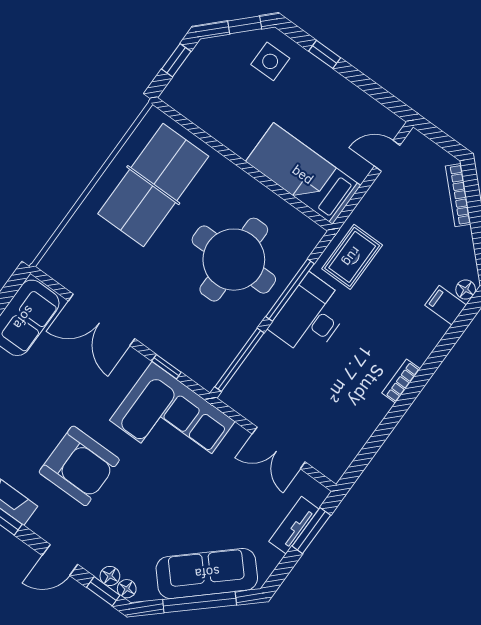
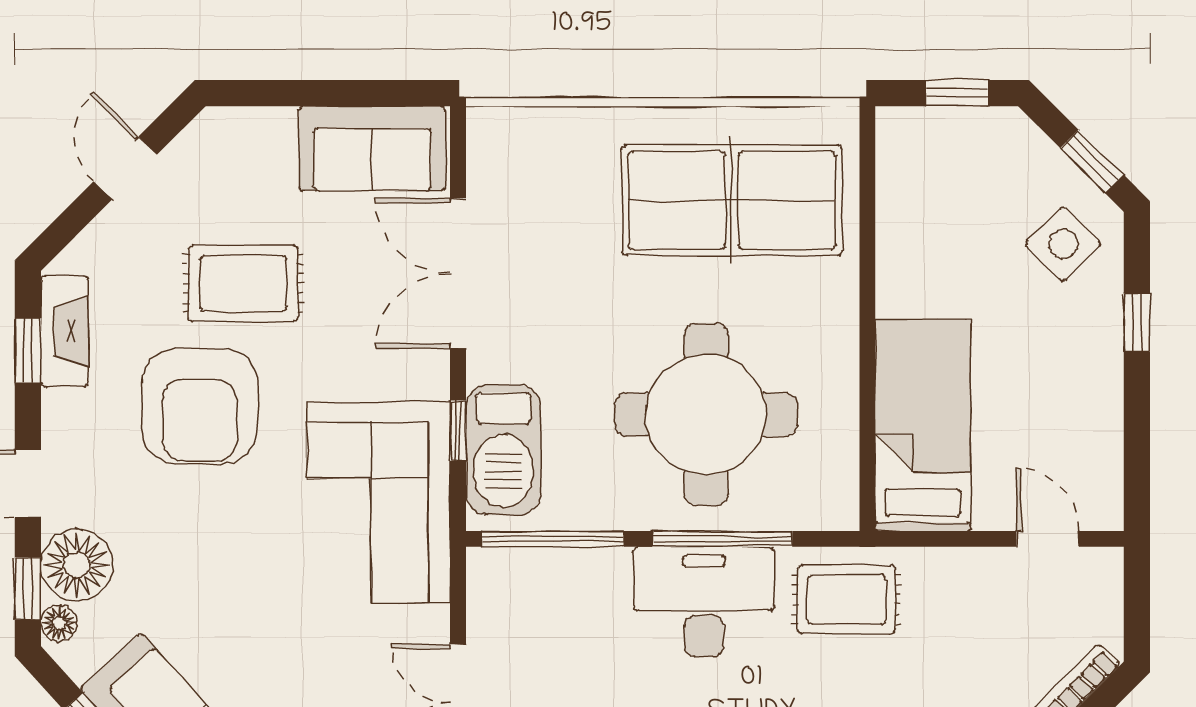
side table: (270, 61) -> (1063, 244), turned 45
barbecue: (188, 354) -> (503, 450), added
rug: (42, 411) -> (243, 283), added
floor lamp: (110, 576) -> (77, 565), width x1.89, depth x1.89

